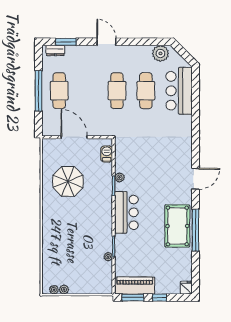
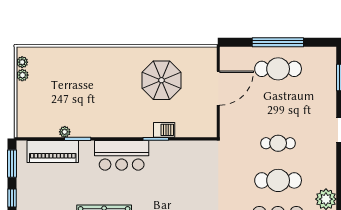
dresser: (55, 50) -> (330, 64), removed
cafe table: (117, 91) -> (278, 143), width x0.73, depth x0.74
barbecue: (107, 154) -> (164, 130), moved
plant: (119, 177) -> (166, 146), removed
piano: (135, 286) -> (53, 151), moved, turned 90

